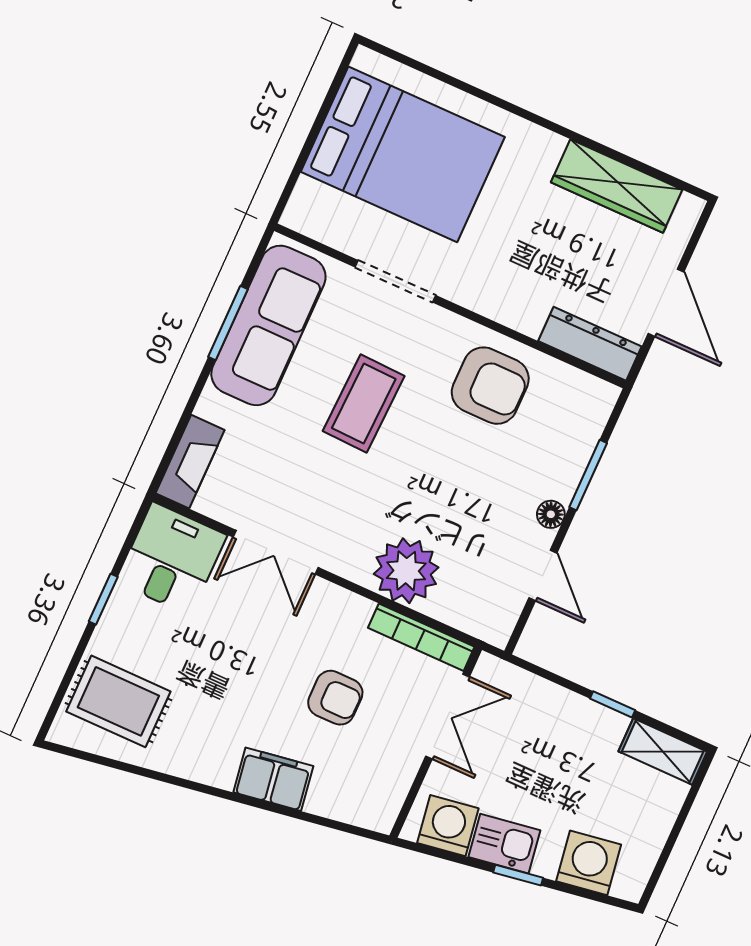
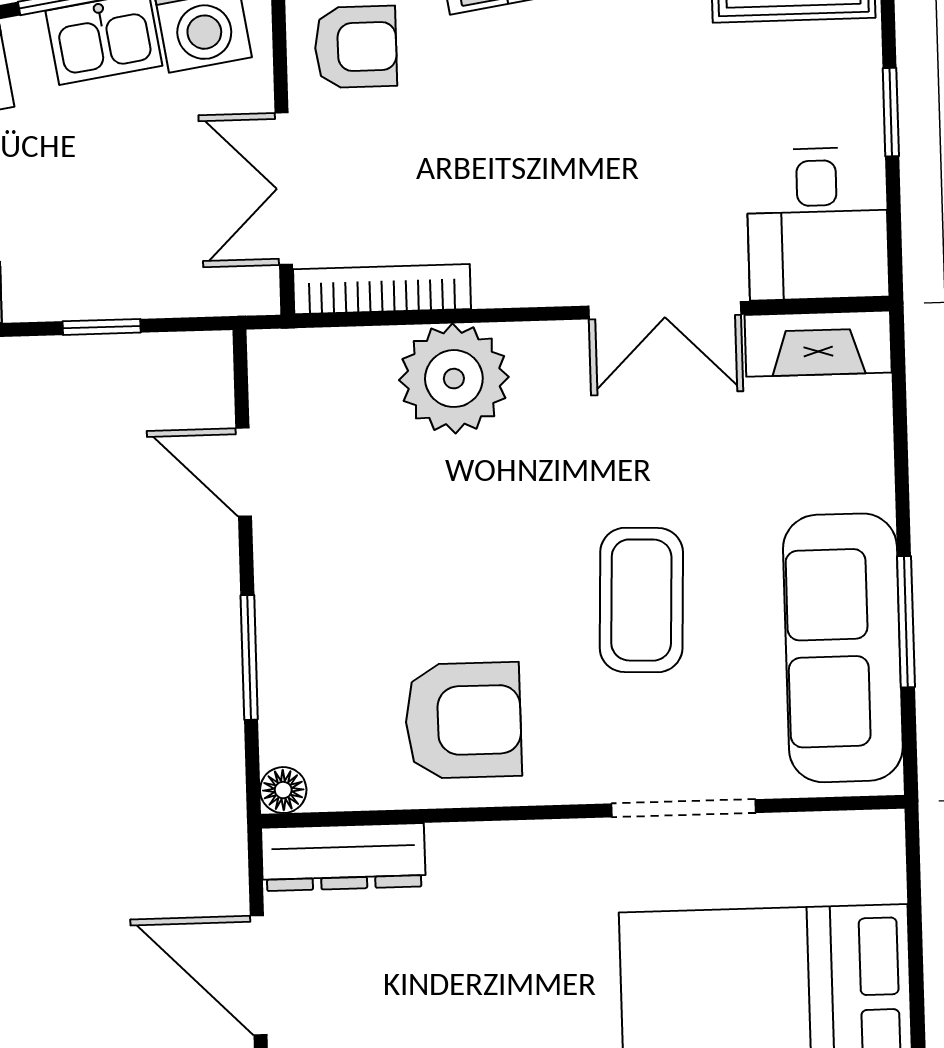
armchair: (490, 386) -> (463, 720), turned 180
fireplace: (190, 462) -> (818, 344), moved, turned -90
floor lamp: (551, 514) -> (283, 790), moved
double door: (276, 552) -> (665, 310), swing flipped
armchair: (335, 698) -> (356, 47), moved, turned 180
window: (613, 704) -> (102, 327), moved

